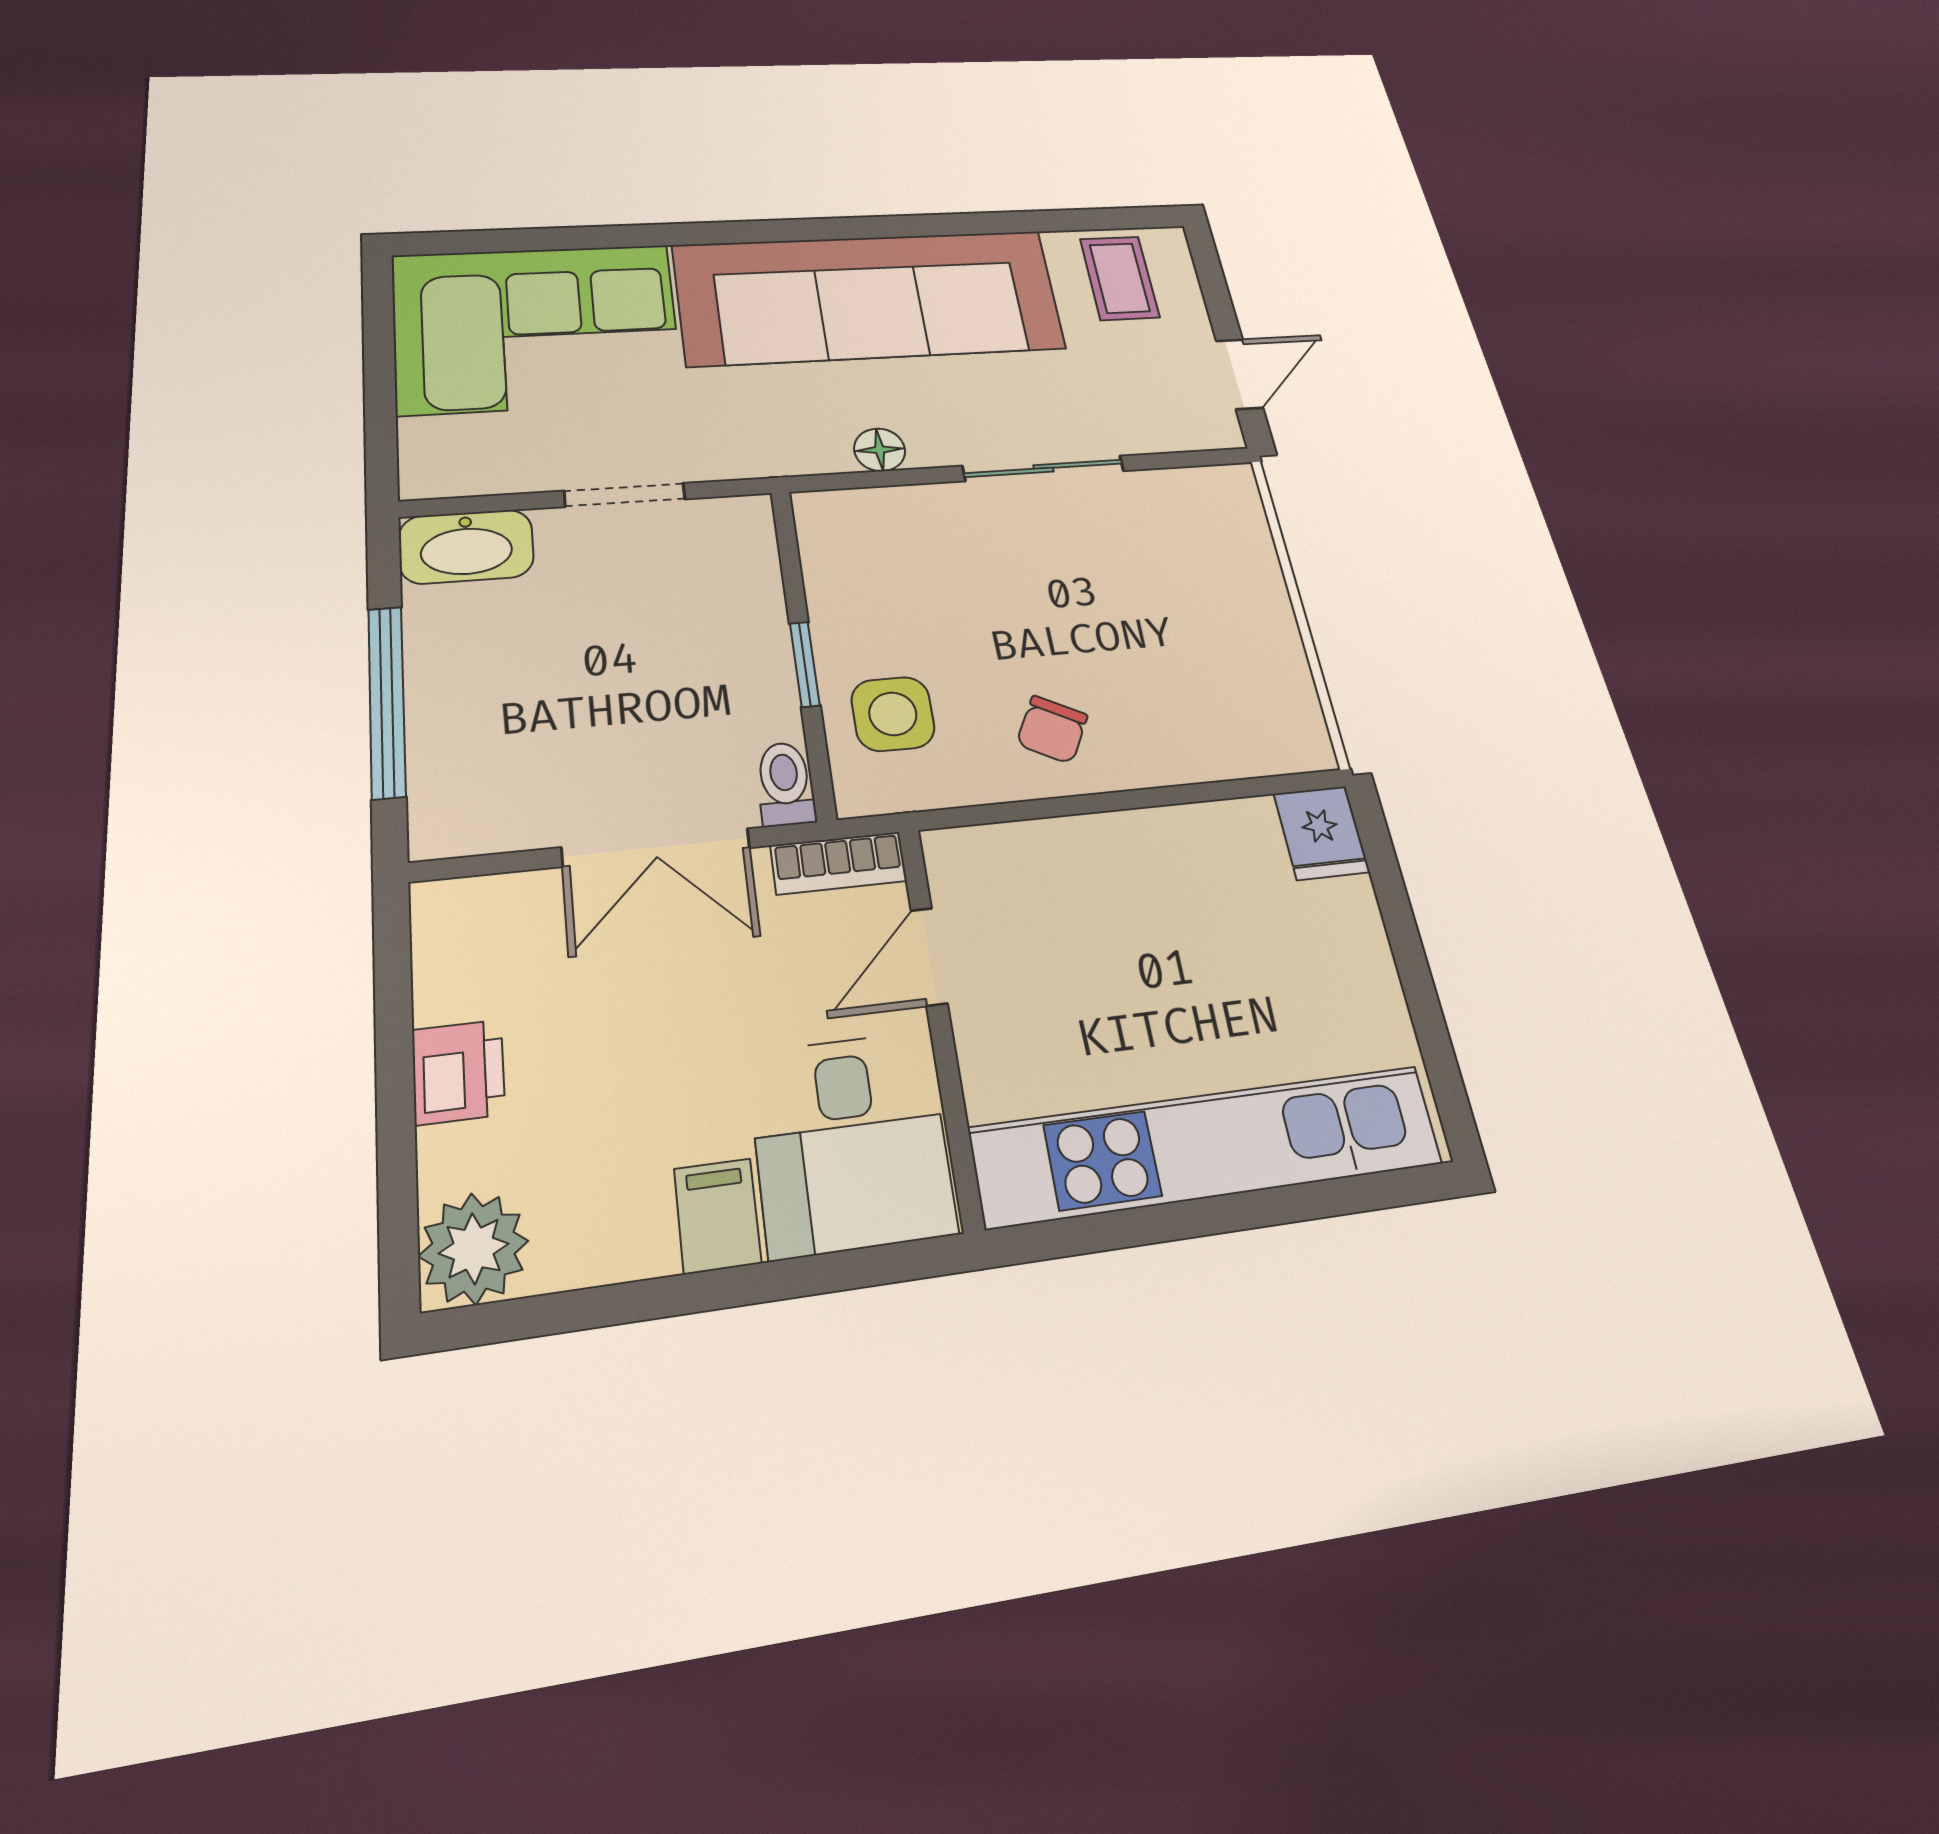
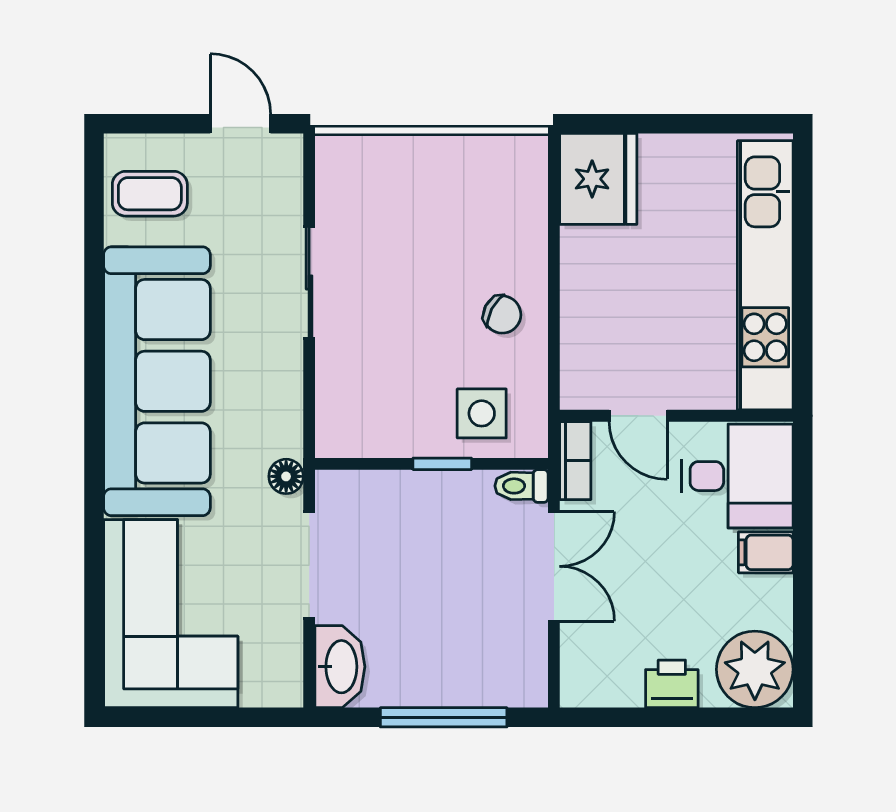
floor lamp: (880, 450) -> (286, 476), moved
doorway: (625, 495) -> (309, 565), width x1.38
fridge: (1321, 833) -> (598, 179), width x1.88, depth x1.34
plant: (474, 1249) -> (755, 669), width x1.36, depth x1.36

